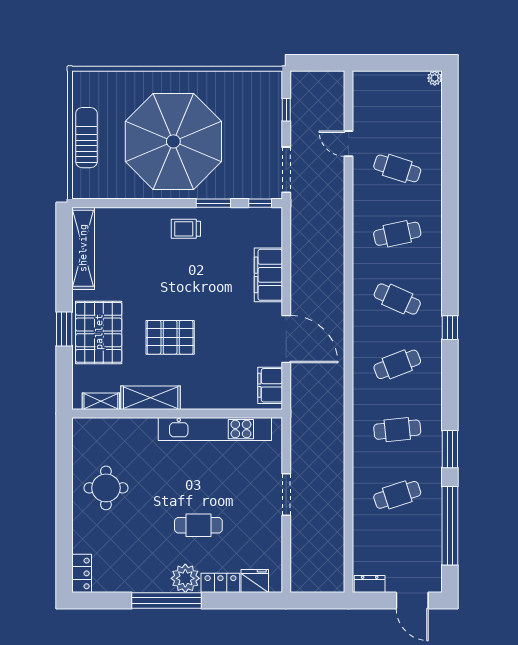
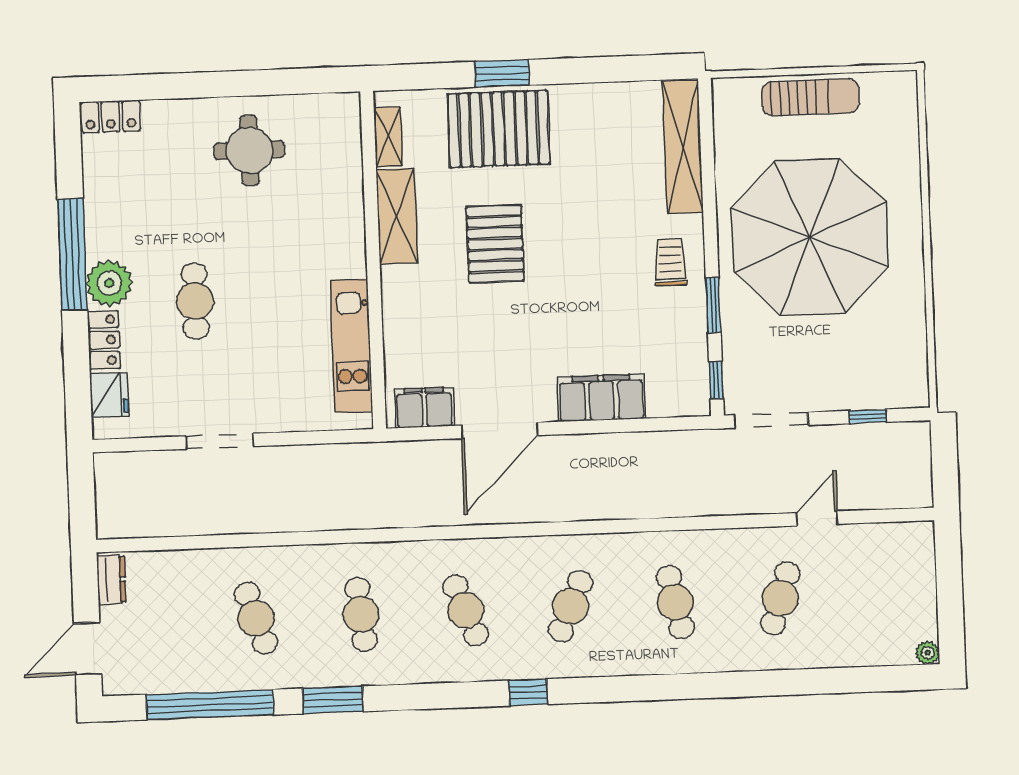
shelving: (83, 248) -> (683, 147), moved, turned 90
kitchen unit: (215, 429) -> (352, 346), width x0.73
doorway: (286, 494) -> (220, 441), moved

